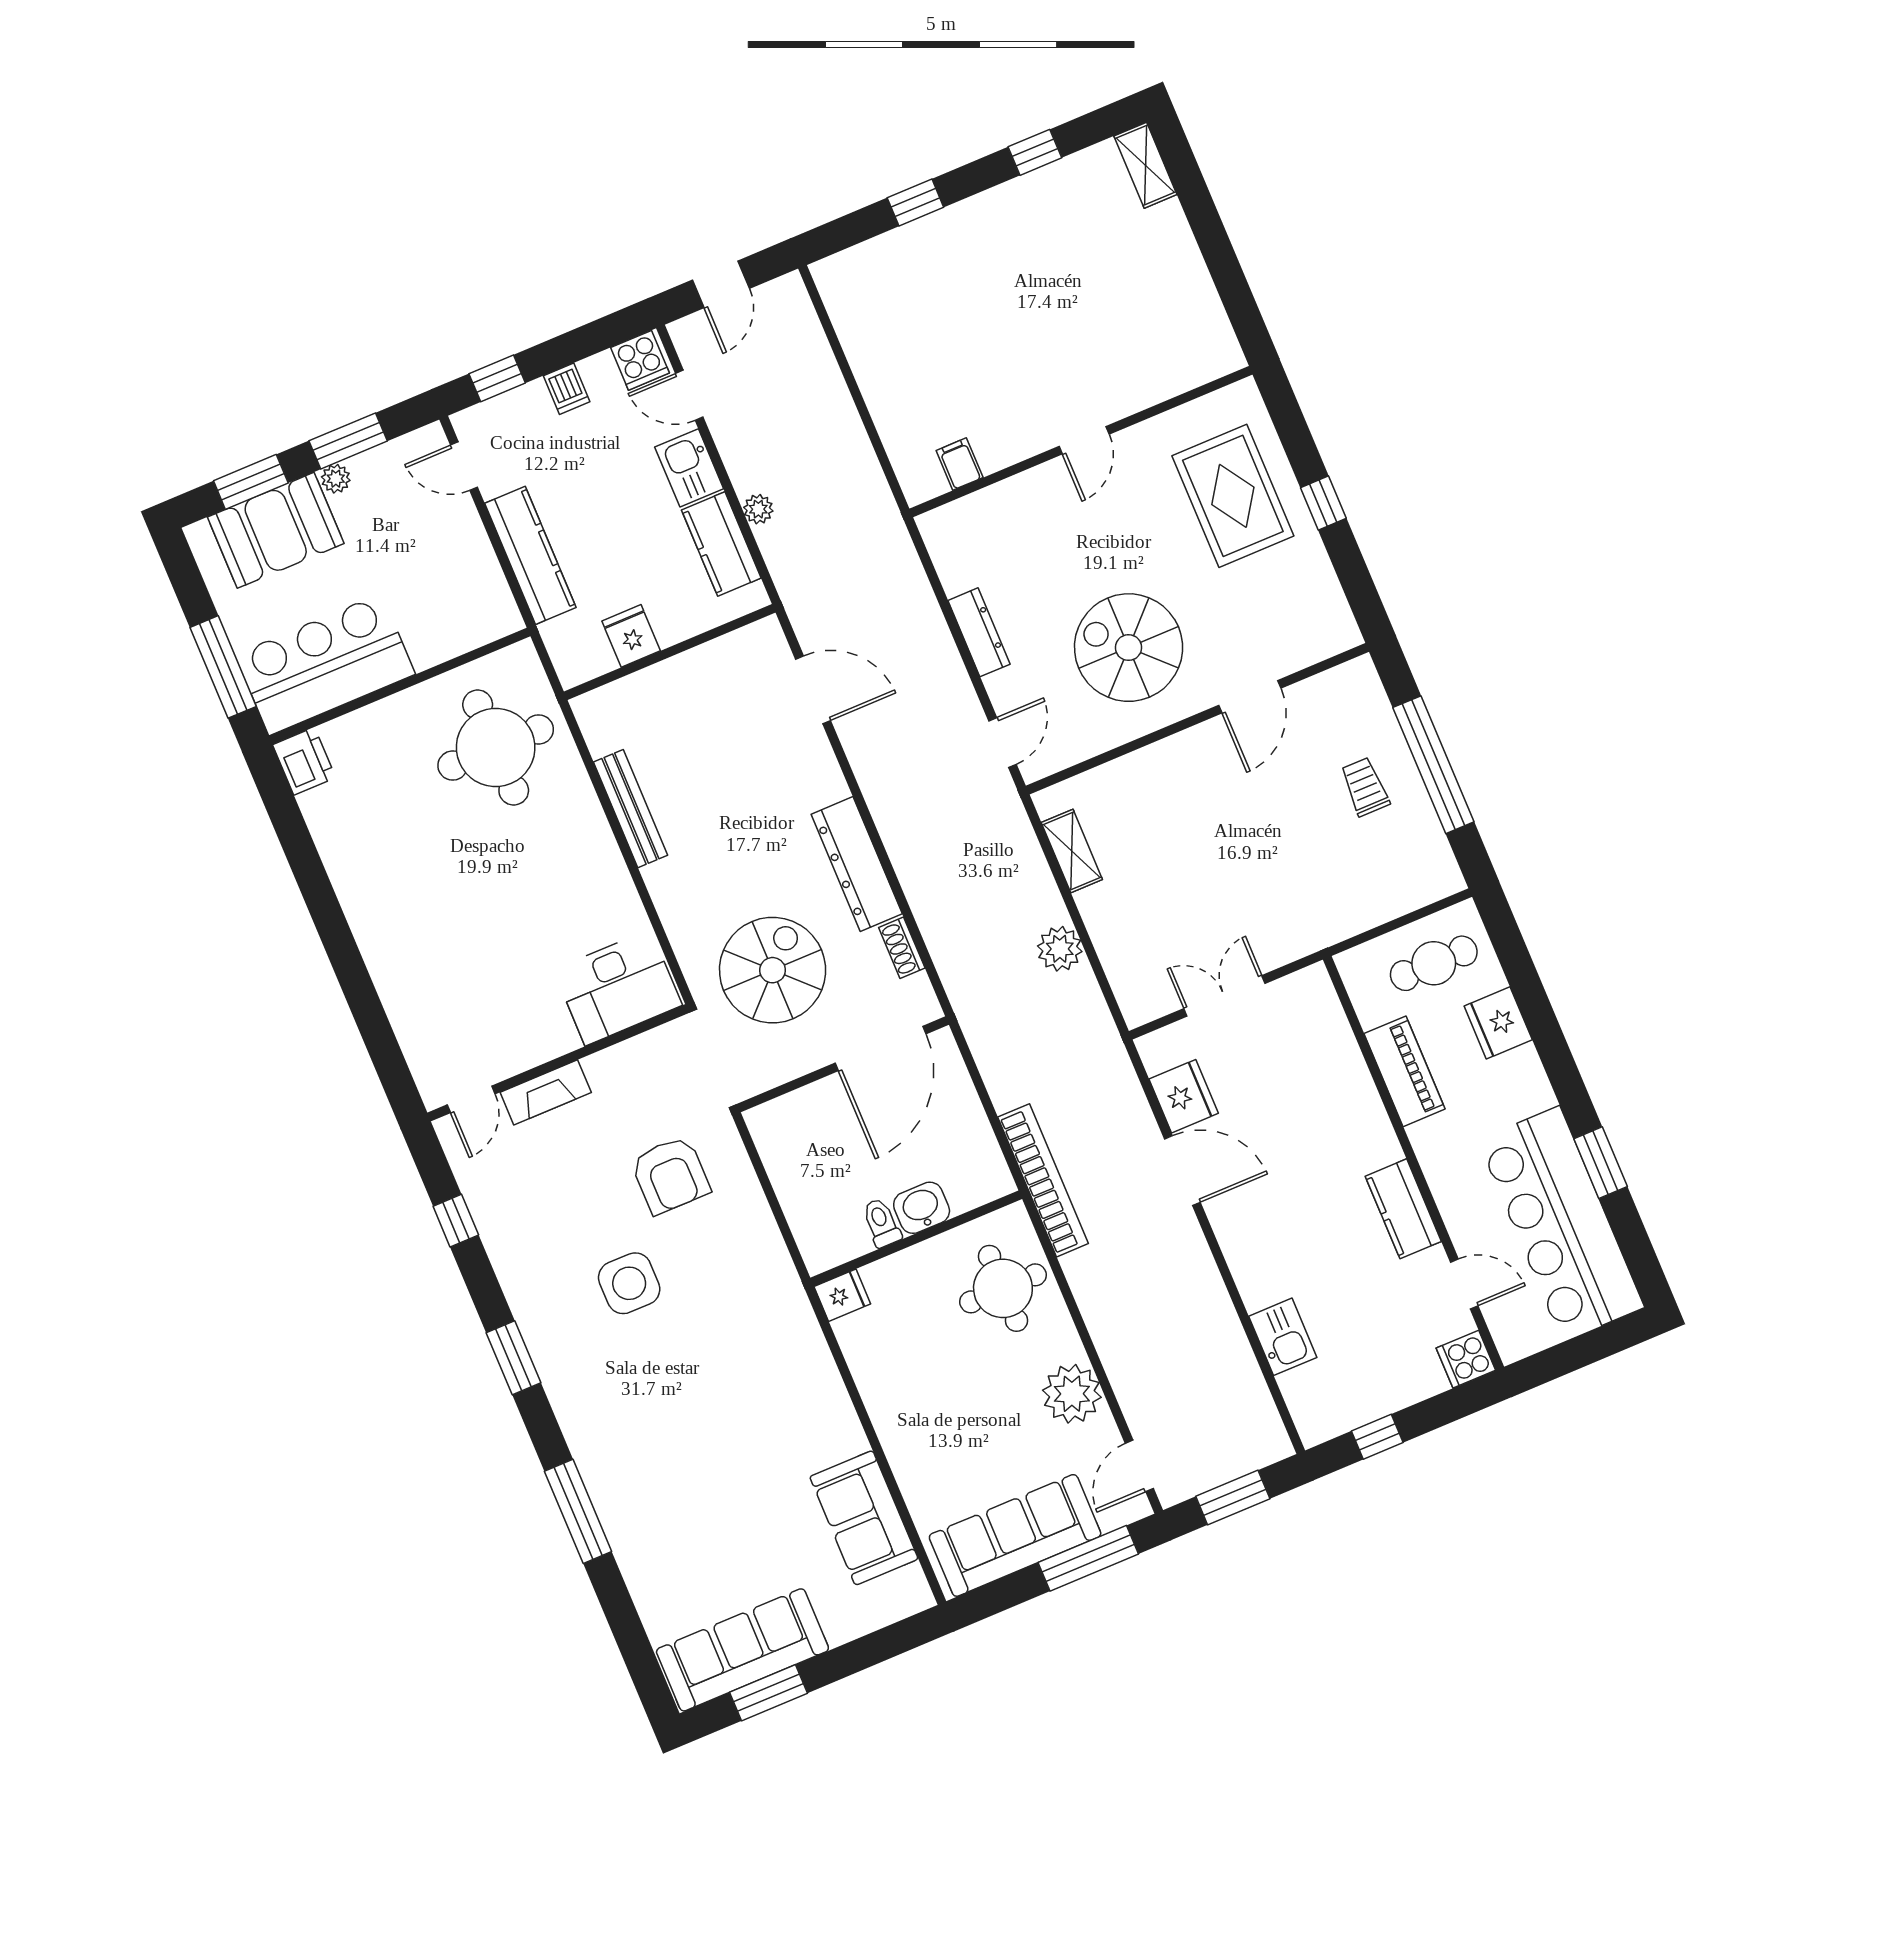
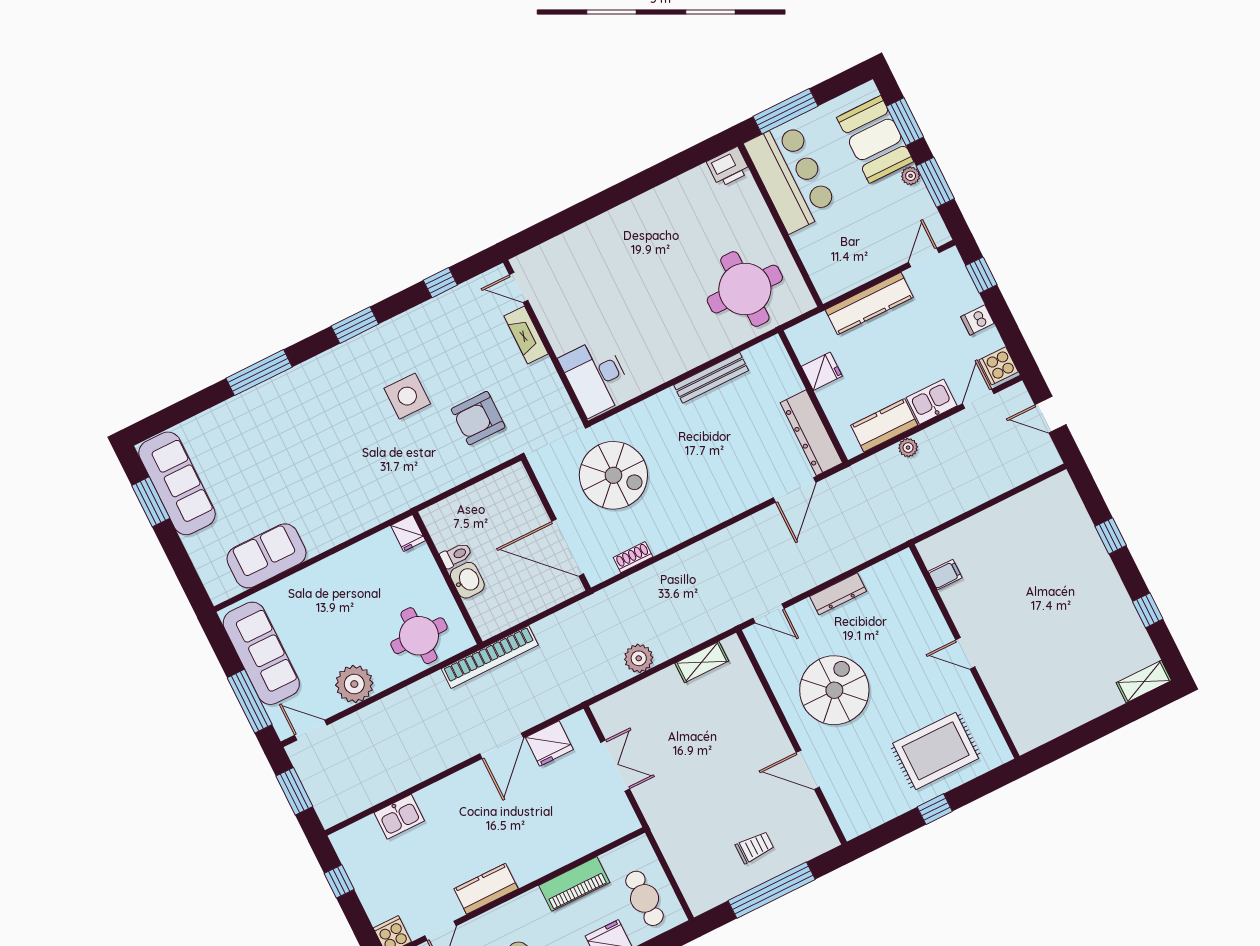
dresser: (857, 864) -> (811, 433), moved, turned -90

